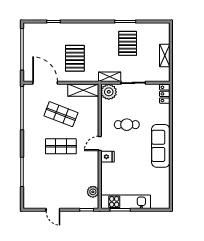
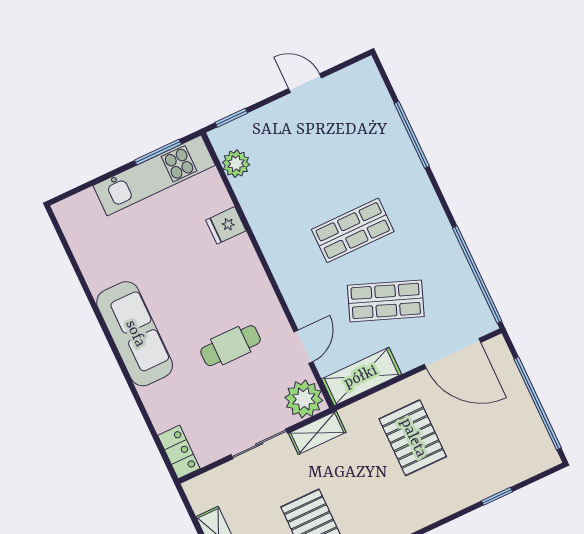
door: (100, 143) -> (303, 347), moved
fridge: (107, 157) -> (226, 225), moved

